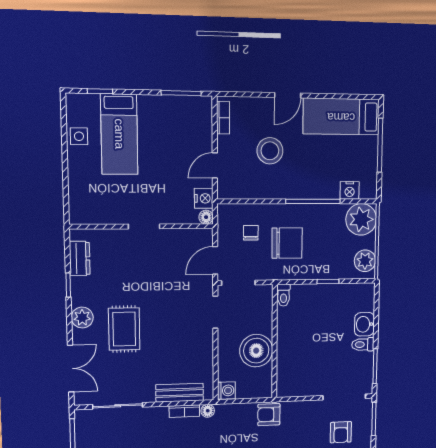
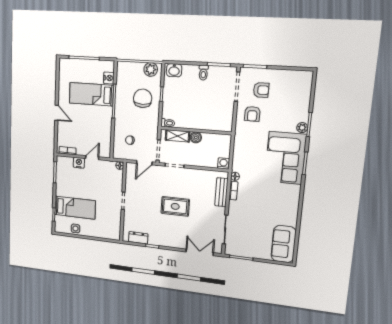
bed: (341, 117) -> (91, 94), moved, turned 90
stool: (270, 151) -> (85, 125), removed
door: (215, 165) -> (92, 158), swing flipped
nightstand: (204, 198) -> (79, 163), moved
plant: (361, 219) -> (126, 71), removed
chair: (287, 243) -> (143, 98), moved
door: (215, 260) -> (144, 163), hinge flipped
shelving: (264, 313) -> (177, 136), added
plant: (82, 318) -> (171, 241), removed
washbasin: (364, 324) -> (174, 70), moved
rug: (124, 329) -> (175, 206), moved
boiler: (256, 351) -> (196, 137), width x0.54, depth x0.54
armchair: (269, 415) -> (252, 114), moved

